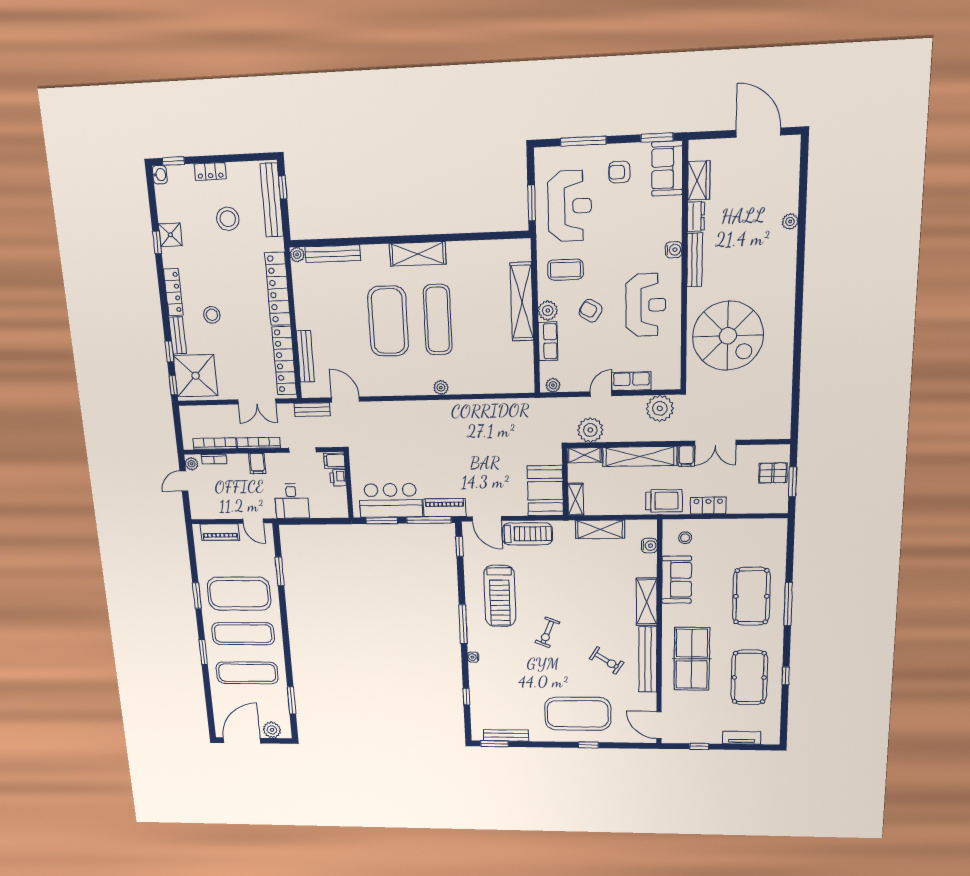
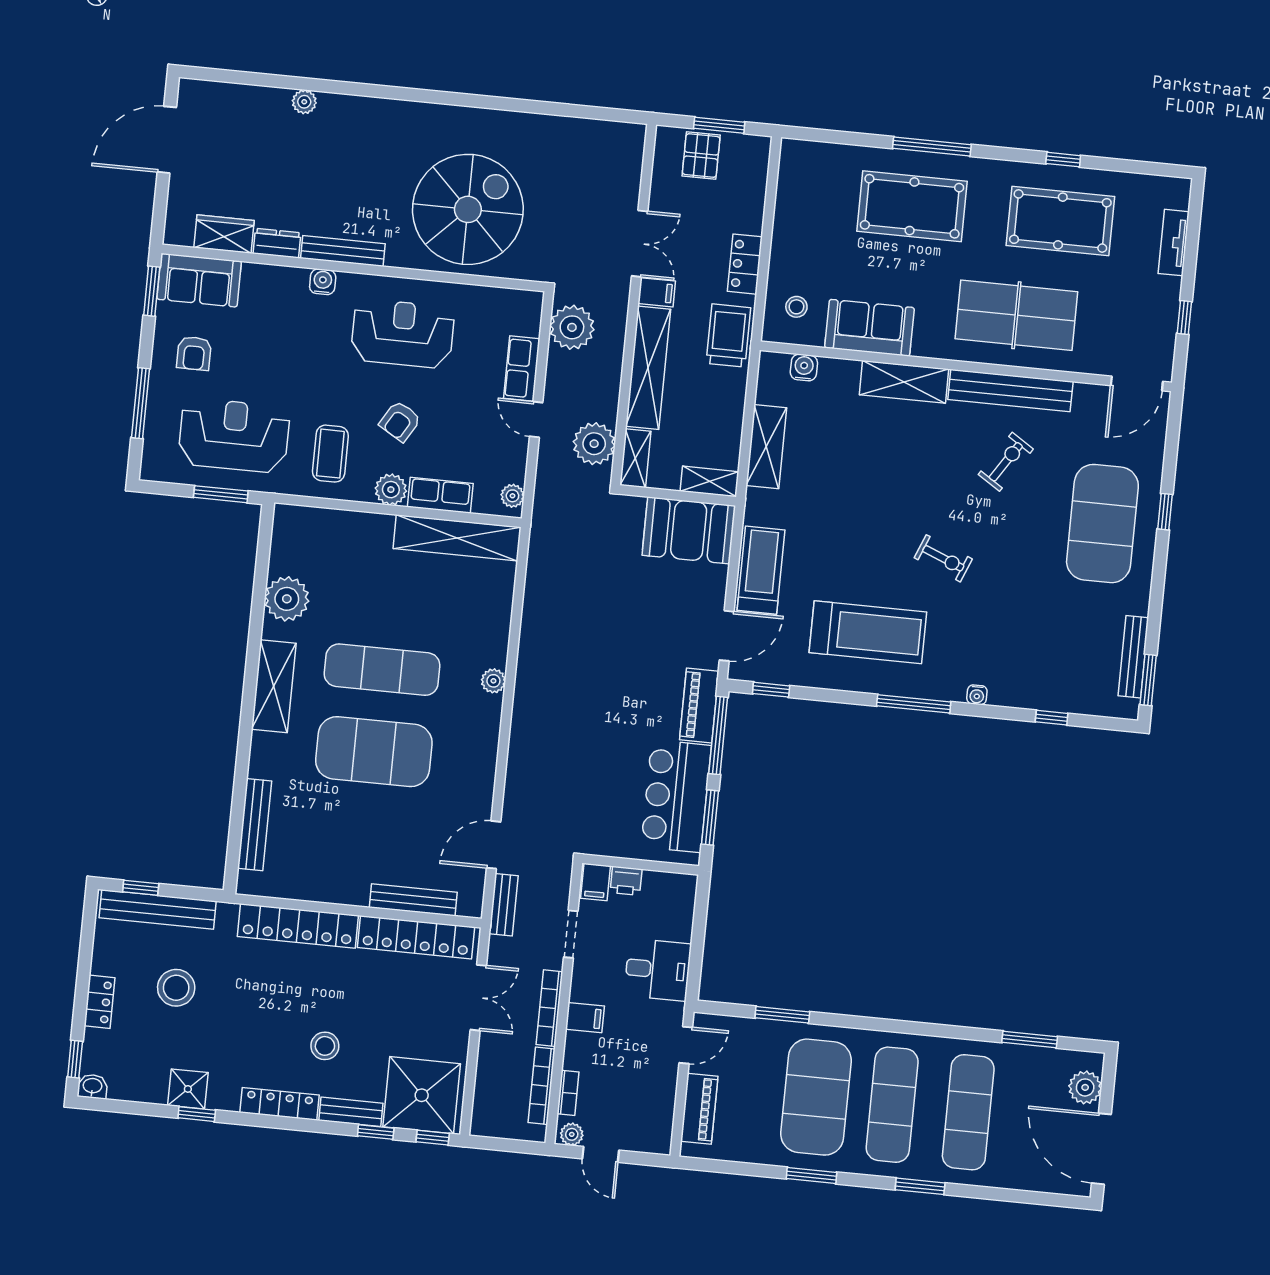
plant: (297, 255) -> (287, 599), moved, width x1.87, depth x1.87
shelving: (522, 302) -> (457, 538), moved

